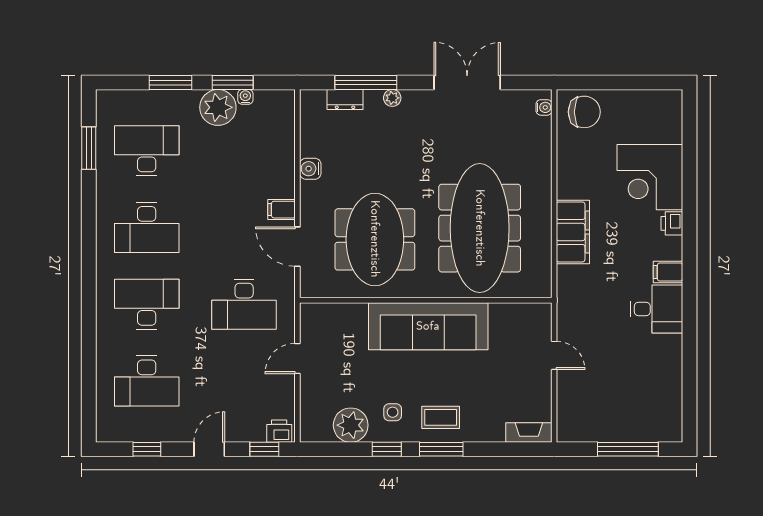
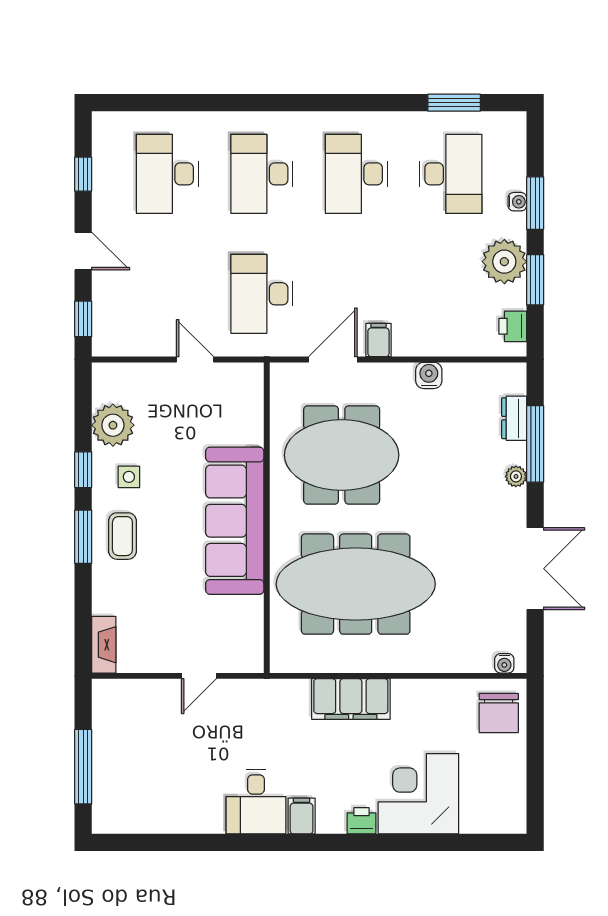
water cooler: (245, 97) -> (517, 202), moved
desk: (147, 304) -> (262, 174), turned 180
printer: (279, 431) -> (513, 326), moved, turned 180

